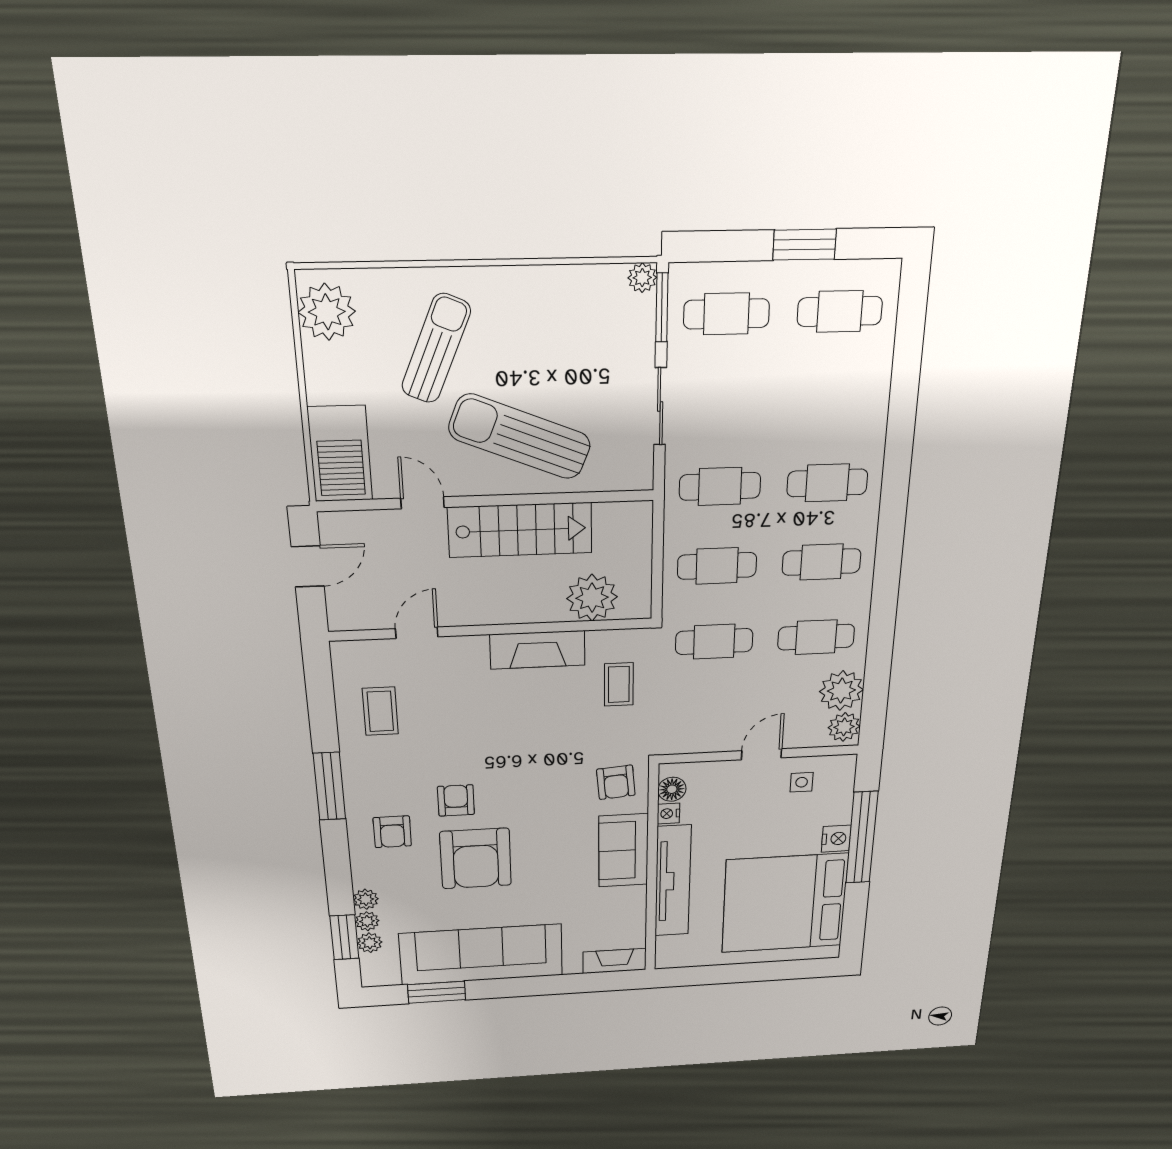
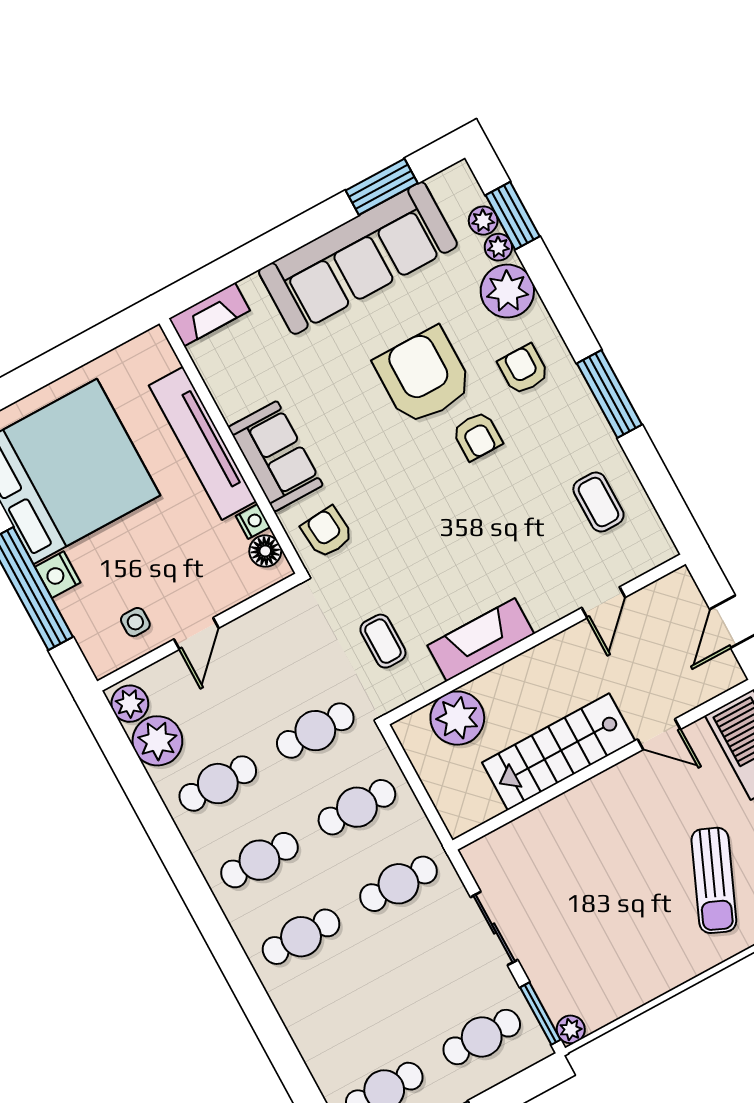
sun lounger: (520, 437) -> (603, 839), removed
plant: (366, 899) -> (507, 291), width x1.88, depth x1.88

